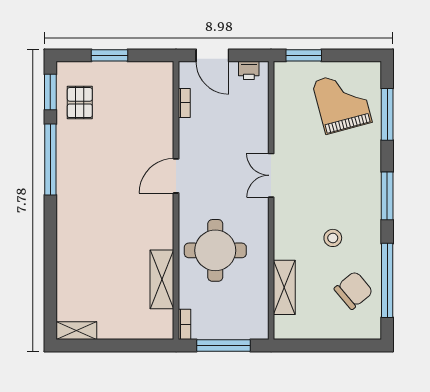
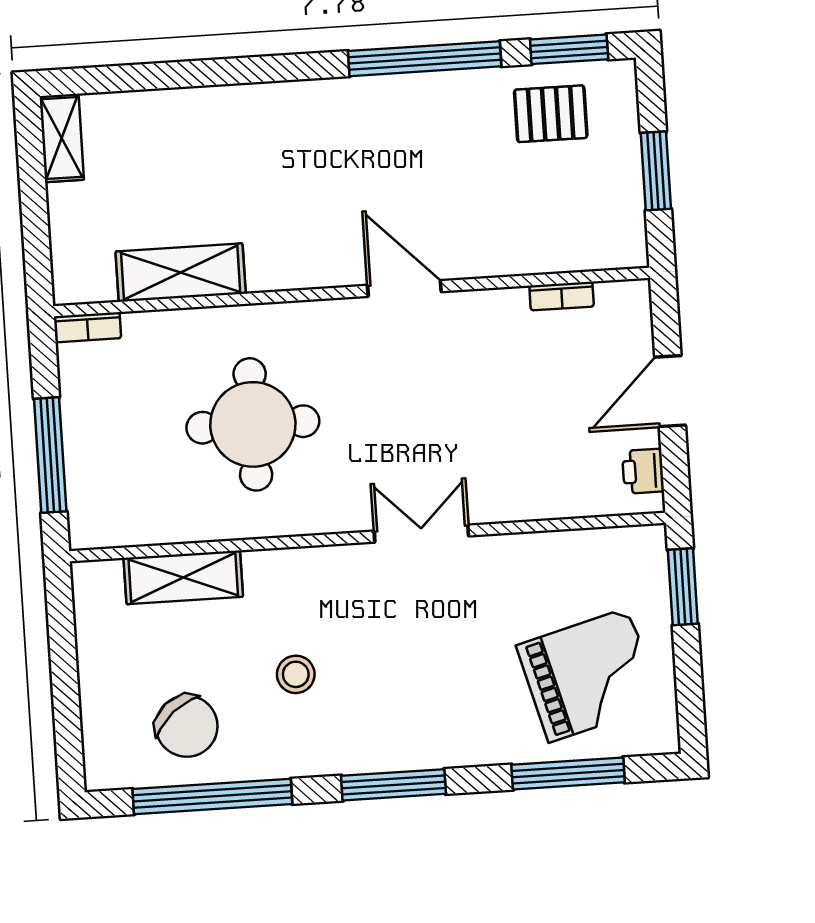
bookcase: (184, 103) -> (562, 296), moved
door: (176, 176) -> (404, 289), moved
wall: (176, 200) -> (352, 292), moved
shelving: (162, 279) -> (181, 273), moved
bookcase: (185, 324) -> (87, 327), moved

